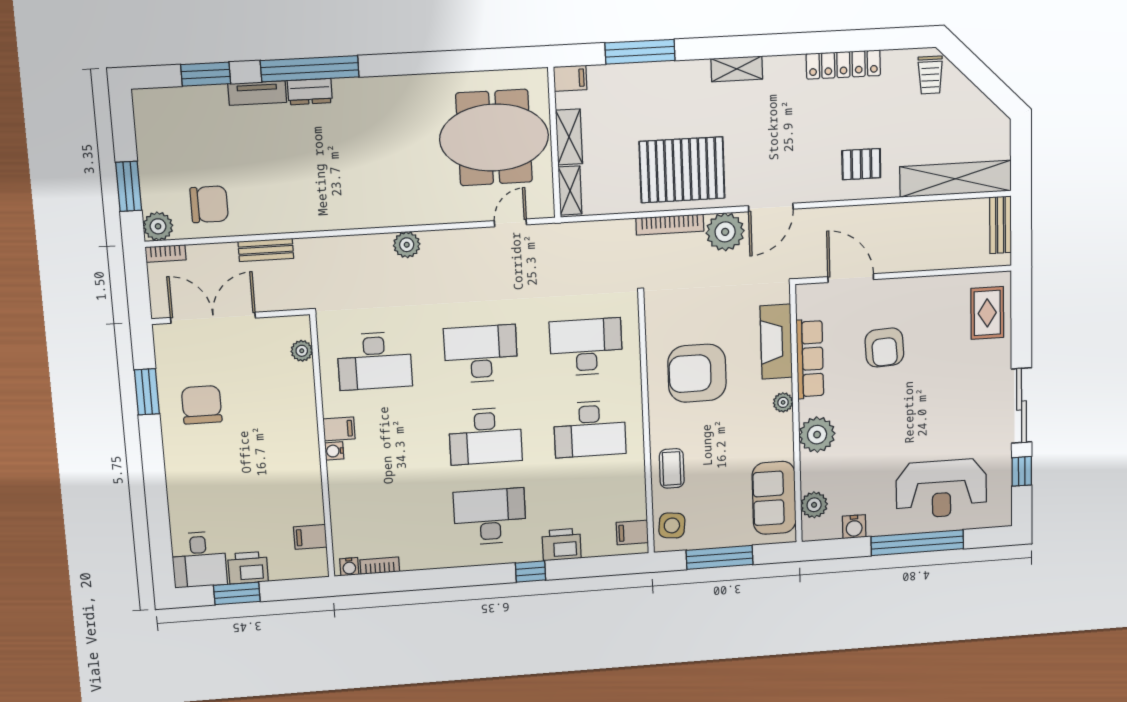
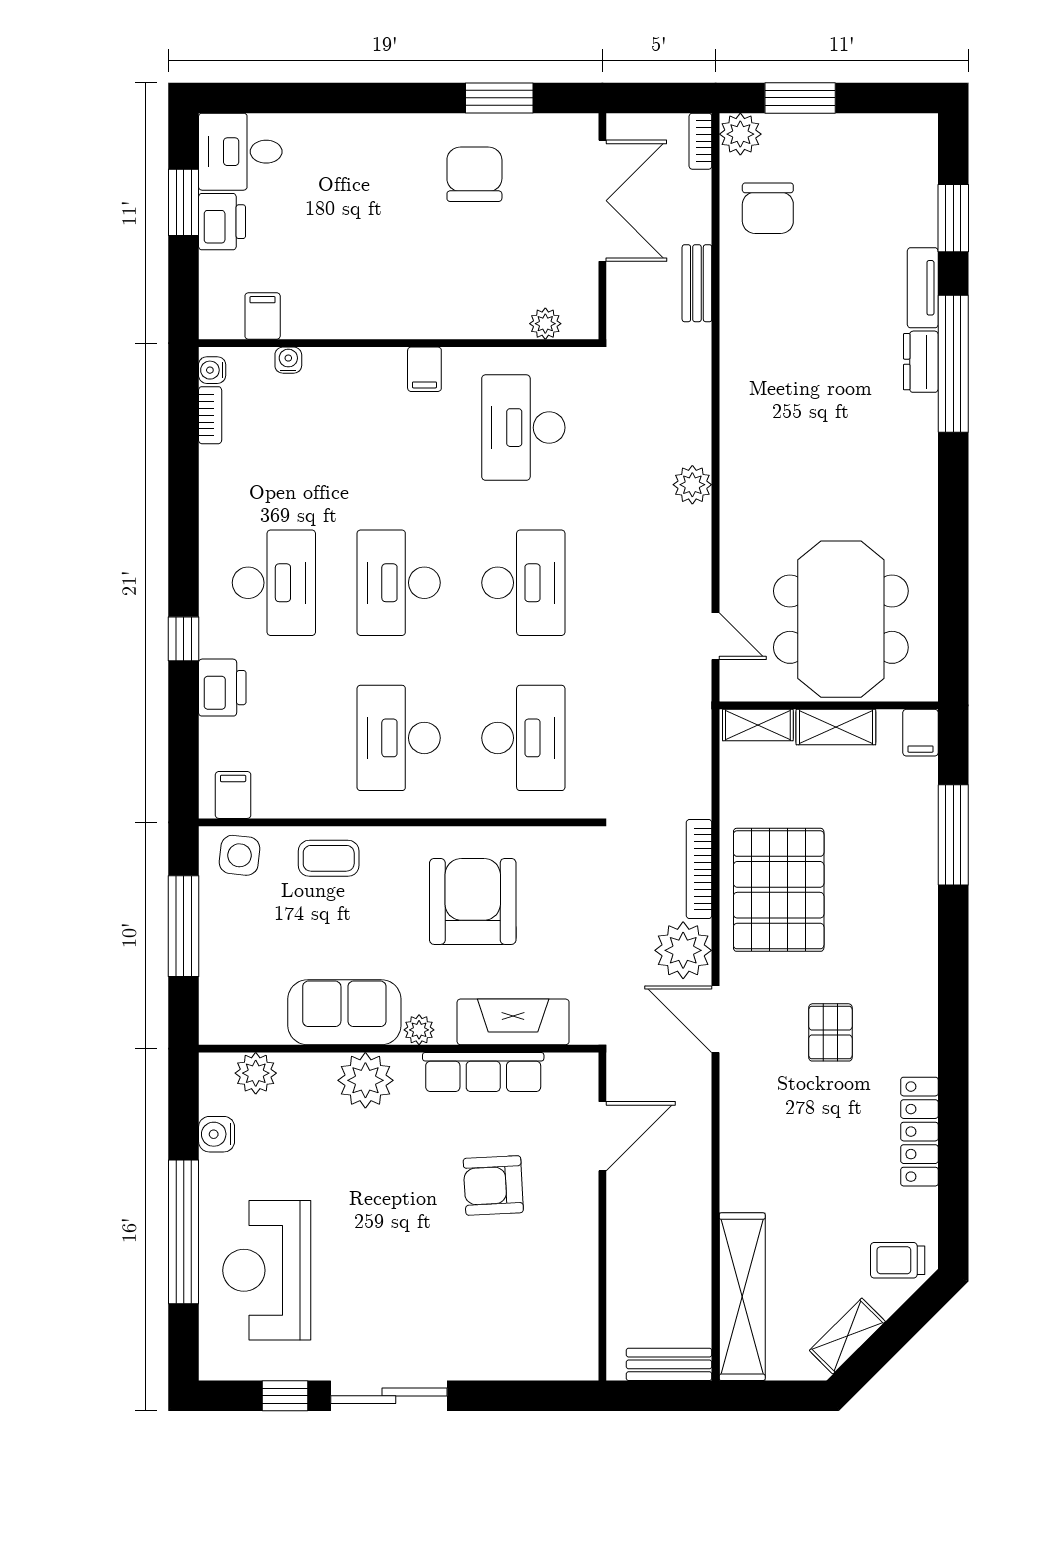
shelving: (737, 69) -> (847, 1336), moved, turned 45
pallet: (861, 164) -> (830, 1032), moved
rug: (987, 313) -> (536, 1343), removed
chair: (202, 405) -> (474, 174), turned -90
water cooler: (334, 451) -> (288, 360), moved
sofa: (774, 498) -> (344, 1012), moved

